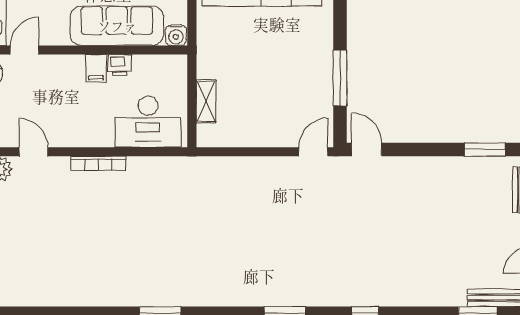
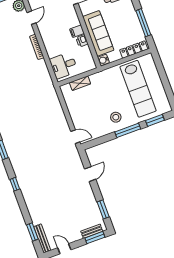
stool: (304, 53) -> (116, 117), added
window: (340, 78) -> (128, 130), moved
desk: (148, 122) -> (64, 65), width x0.73
door: (367, 150) -> (90, 174), moved

